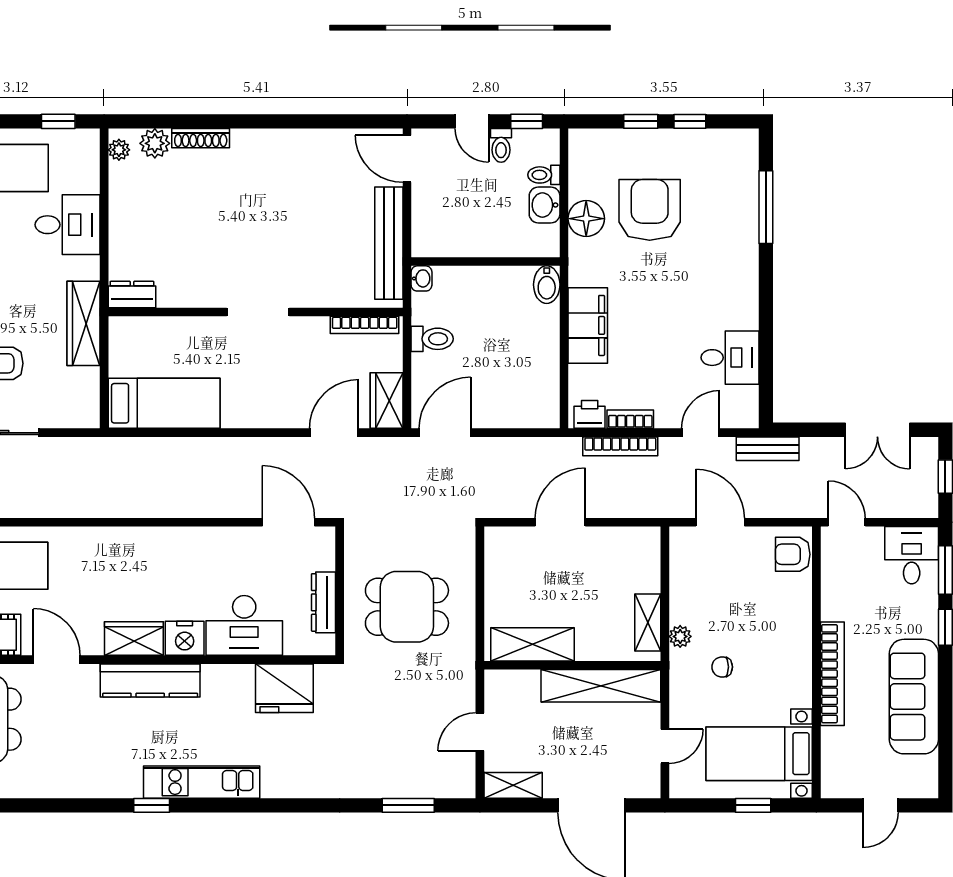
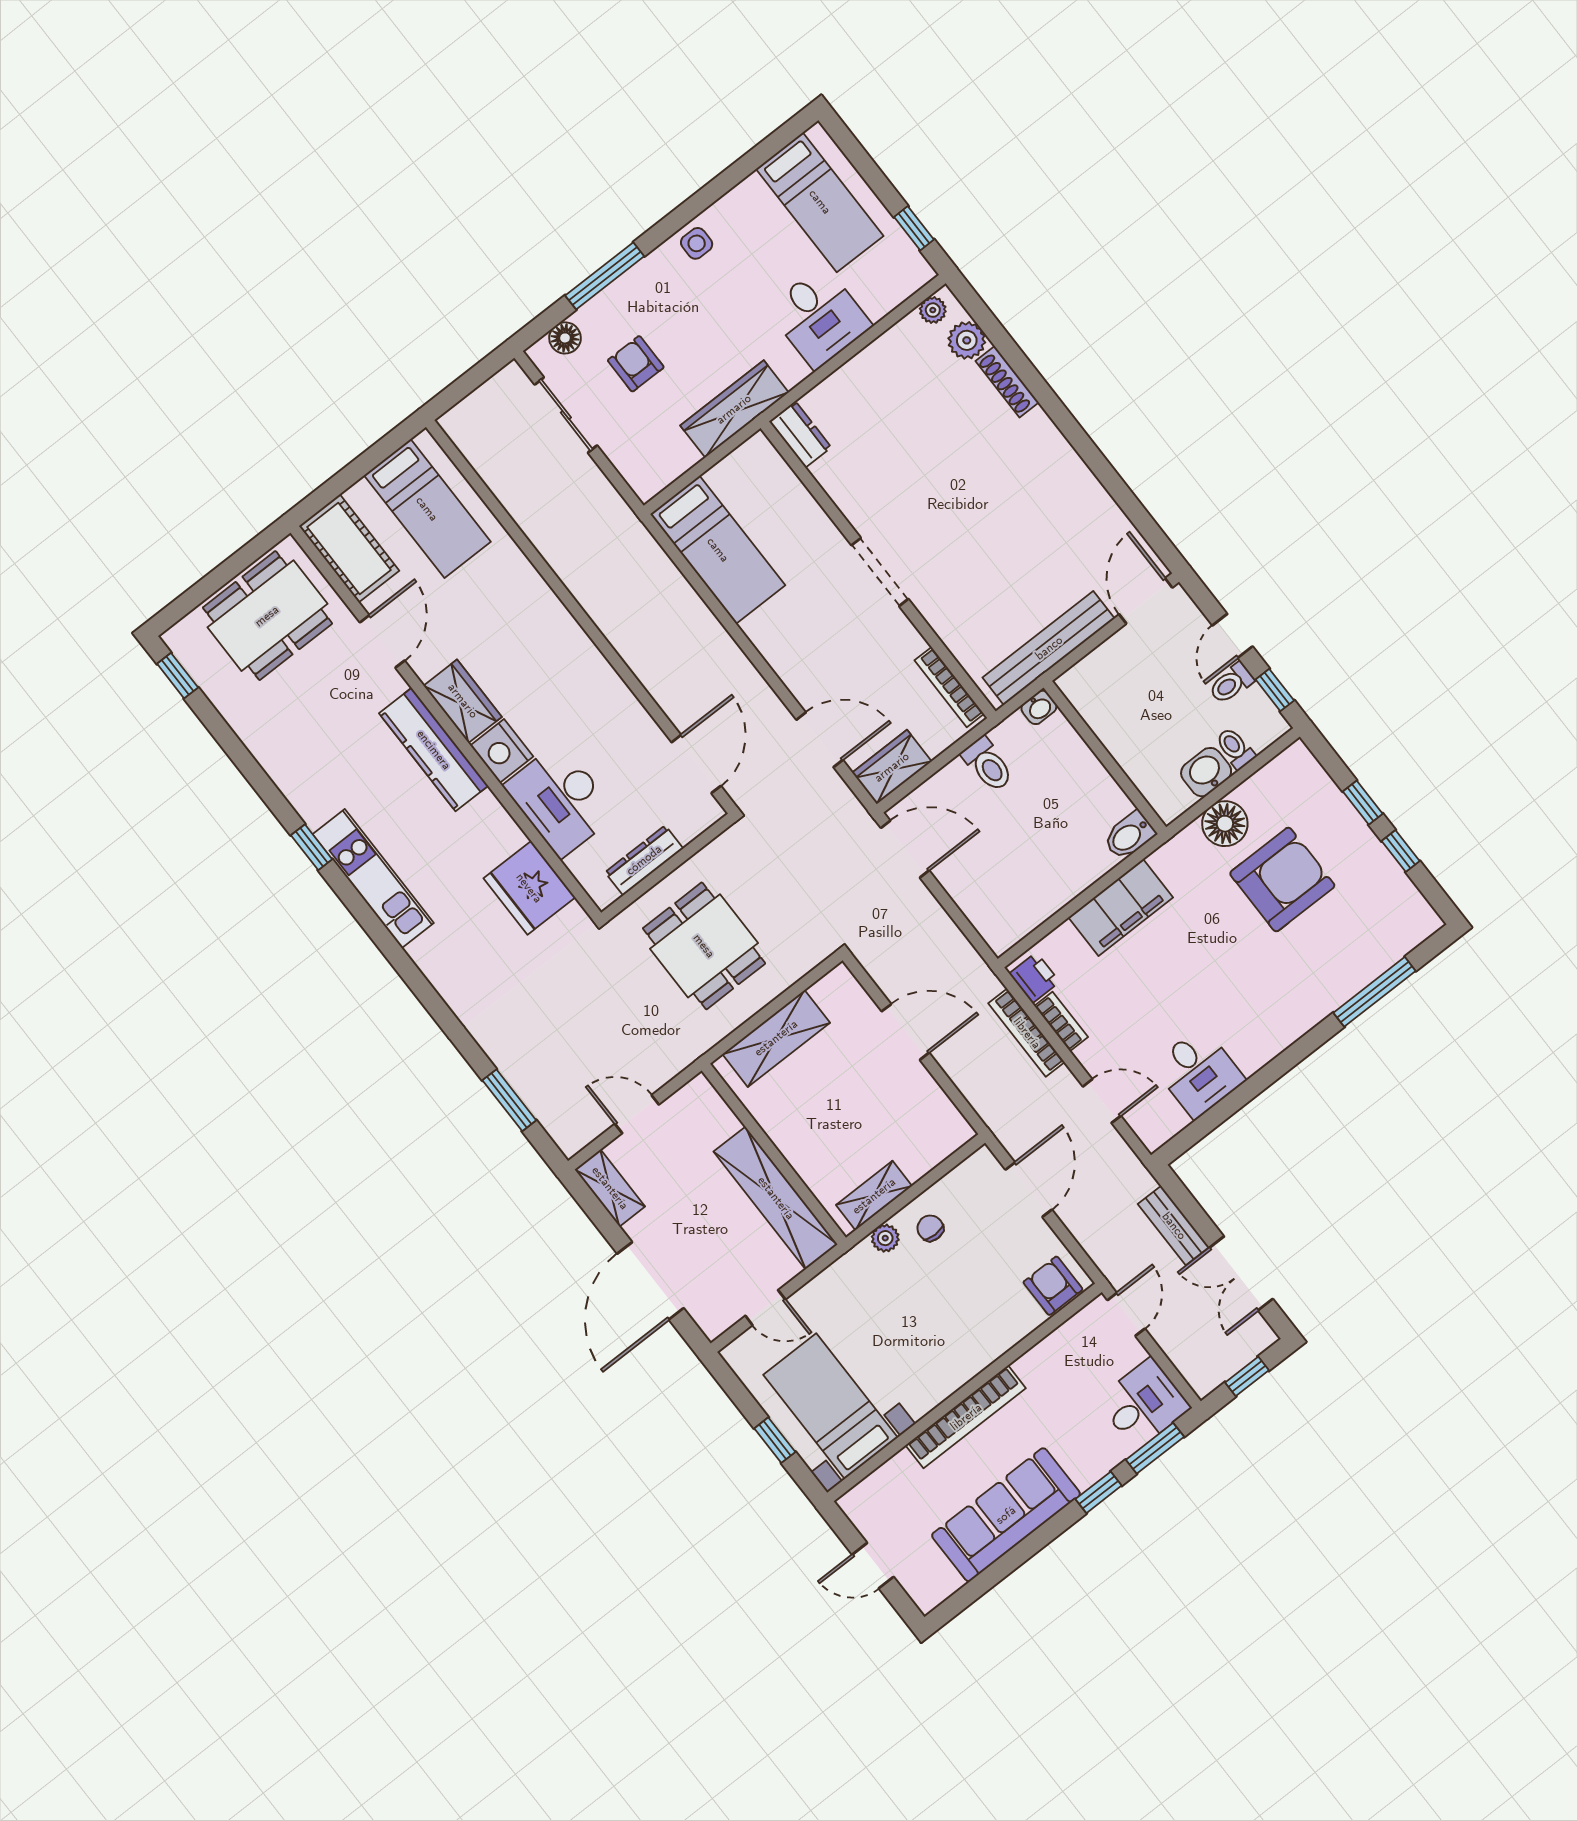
bench: (768, 449) -> (1174, 1226), moved
shelving: (533, 644) -> (776, 1038), moved, turned 90
chair: (722, 667) -> (930, 1228), moved

